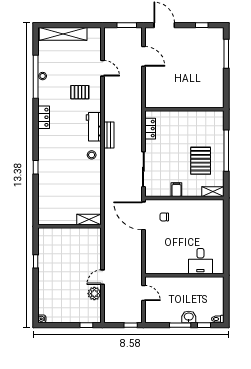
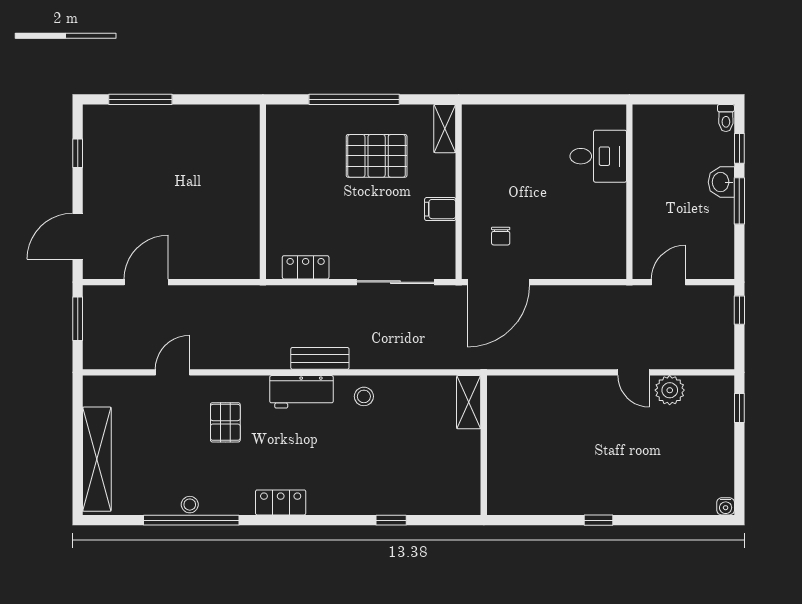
shelving: (89, 220) -> (469, 402), moved
wall: (69, 226) -> (484, 445), moved

